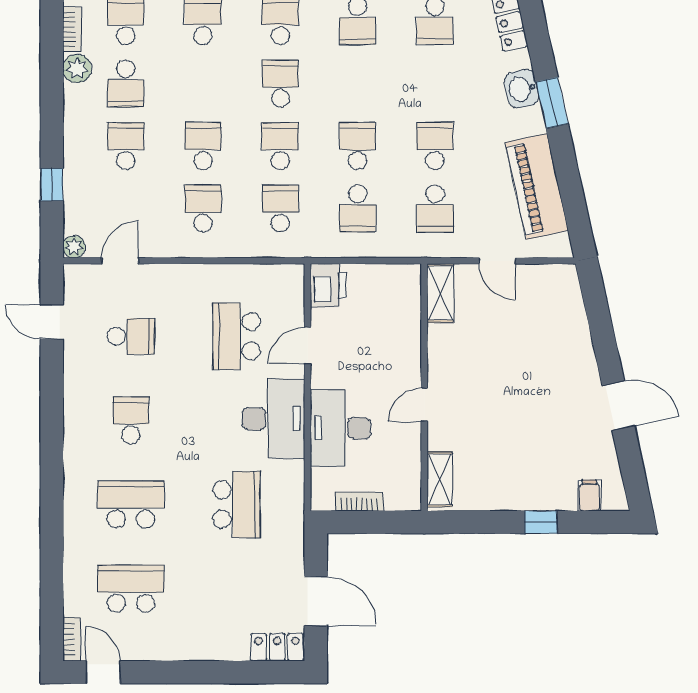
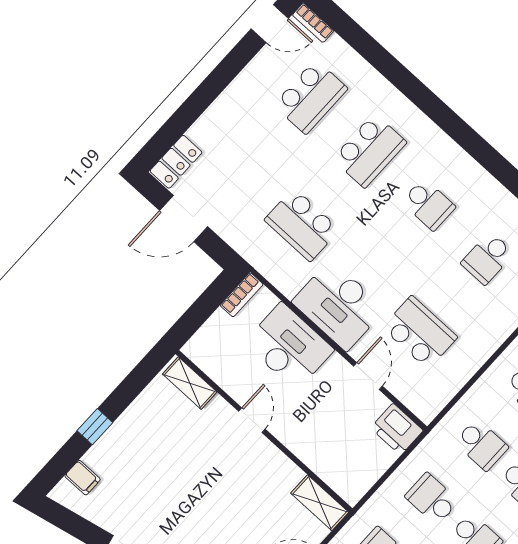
bookcase: (359, 502) -> (242, 295), moved

